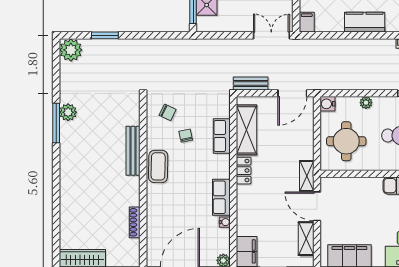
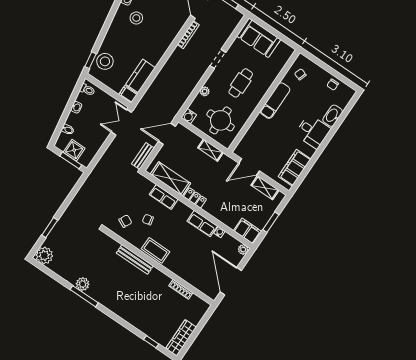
kitchen counter: (365, 22) -> (140, 76), moved
door: (292, 93) -> (167, 134), swing flipped
shelving: (307, 176) -> (211, 150), moved
window: (56, 229) -> (151, 342), added

